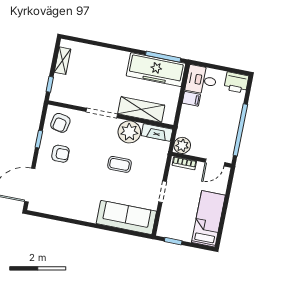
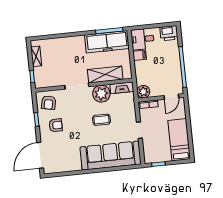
sofa: (126, 217) -> (111, 156), width x1.36, depth x1.27

